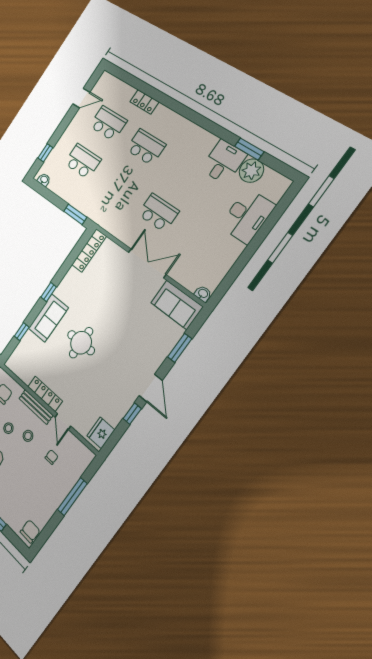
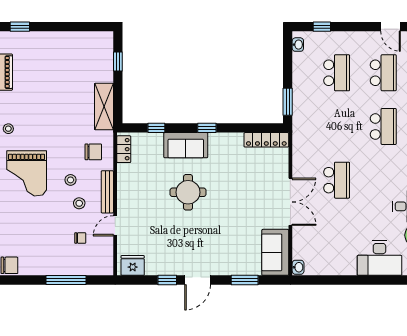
locker: (45, 394) -> (124, 149), moved, width x0.66

